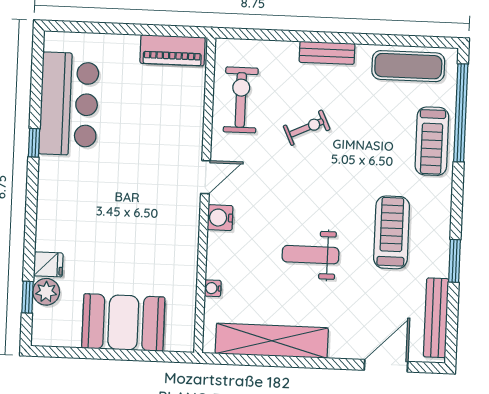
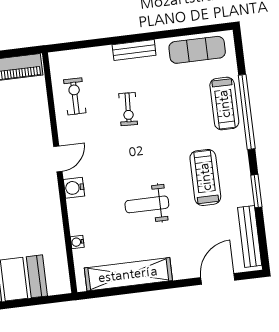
exercise bike: (241, 100) -> (75, 96), width x0.73, depth x0.72
window: (461, 113) -> (247, 112), moved
exercise bike: (307, 128) -> (128, 109), turned 118

